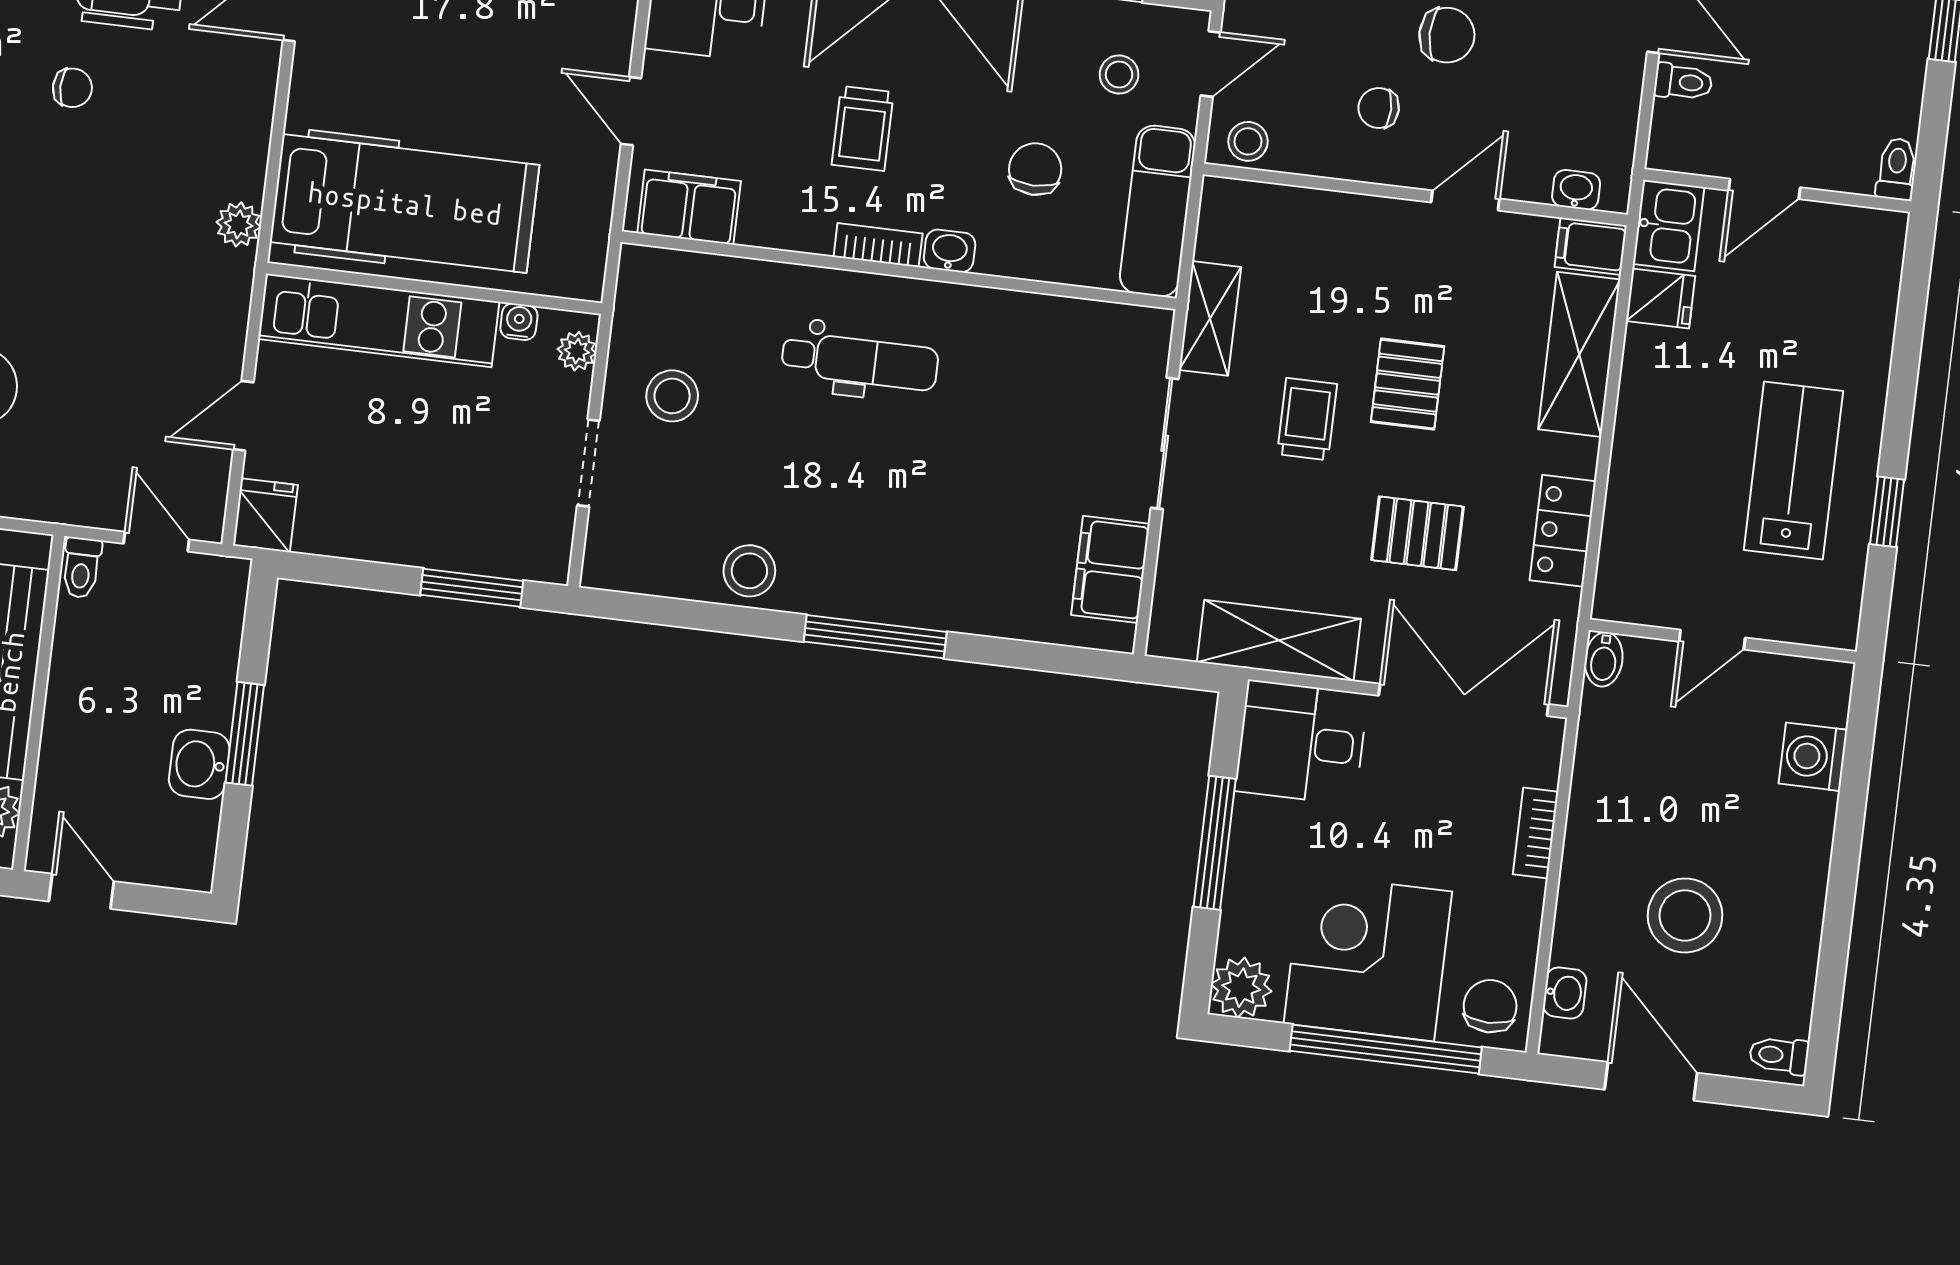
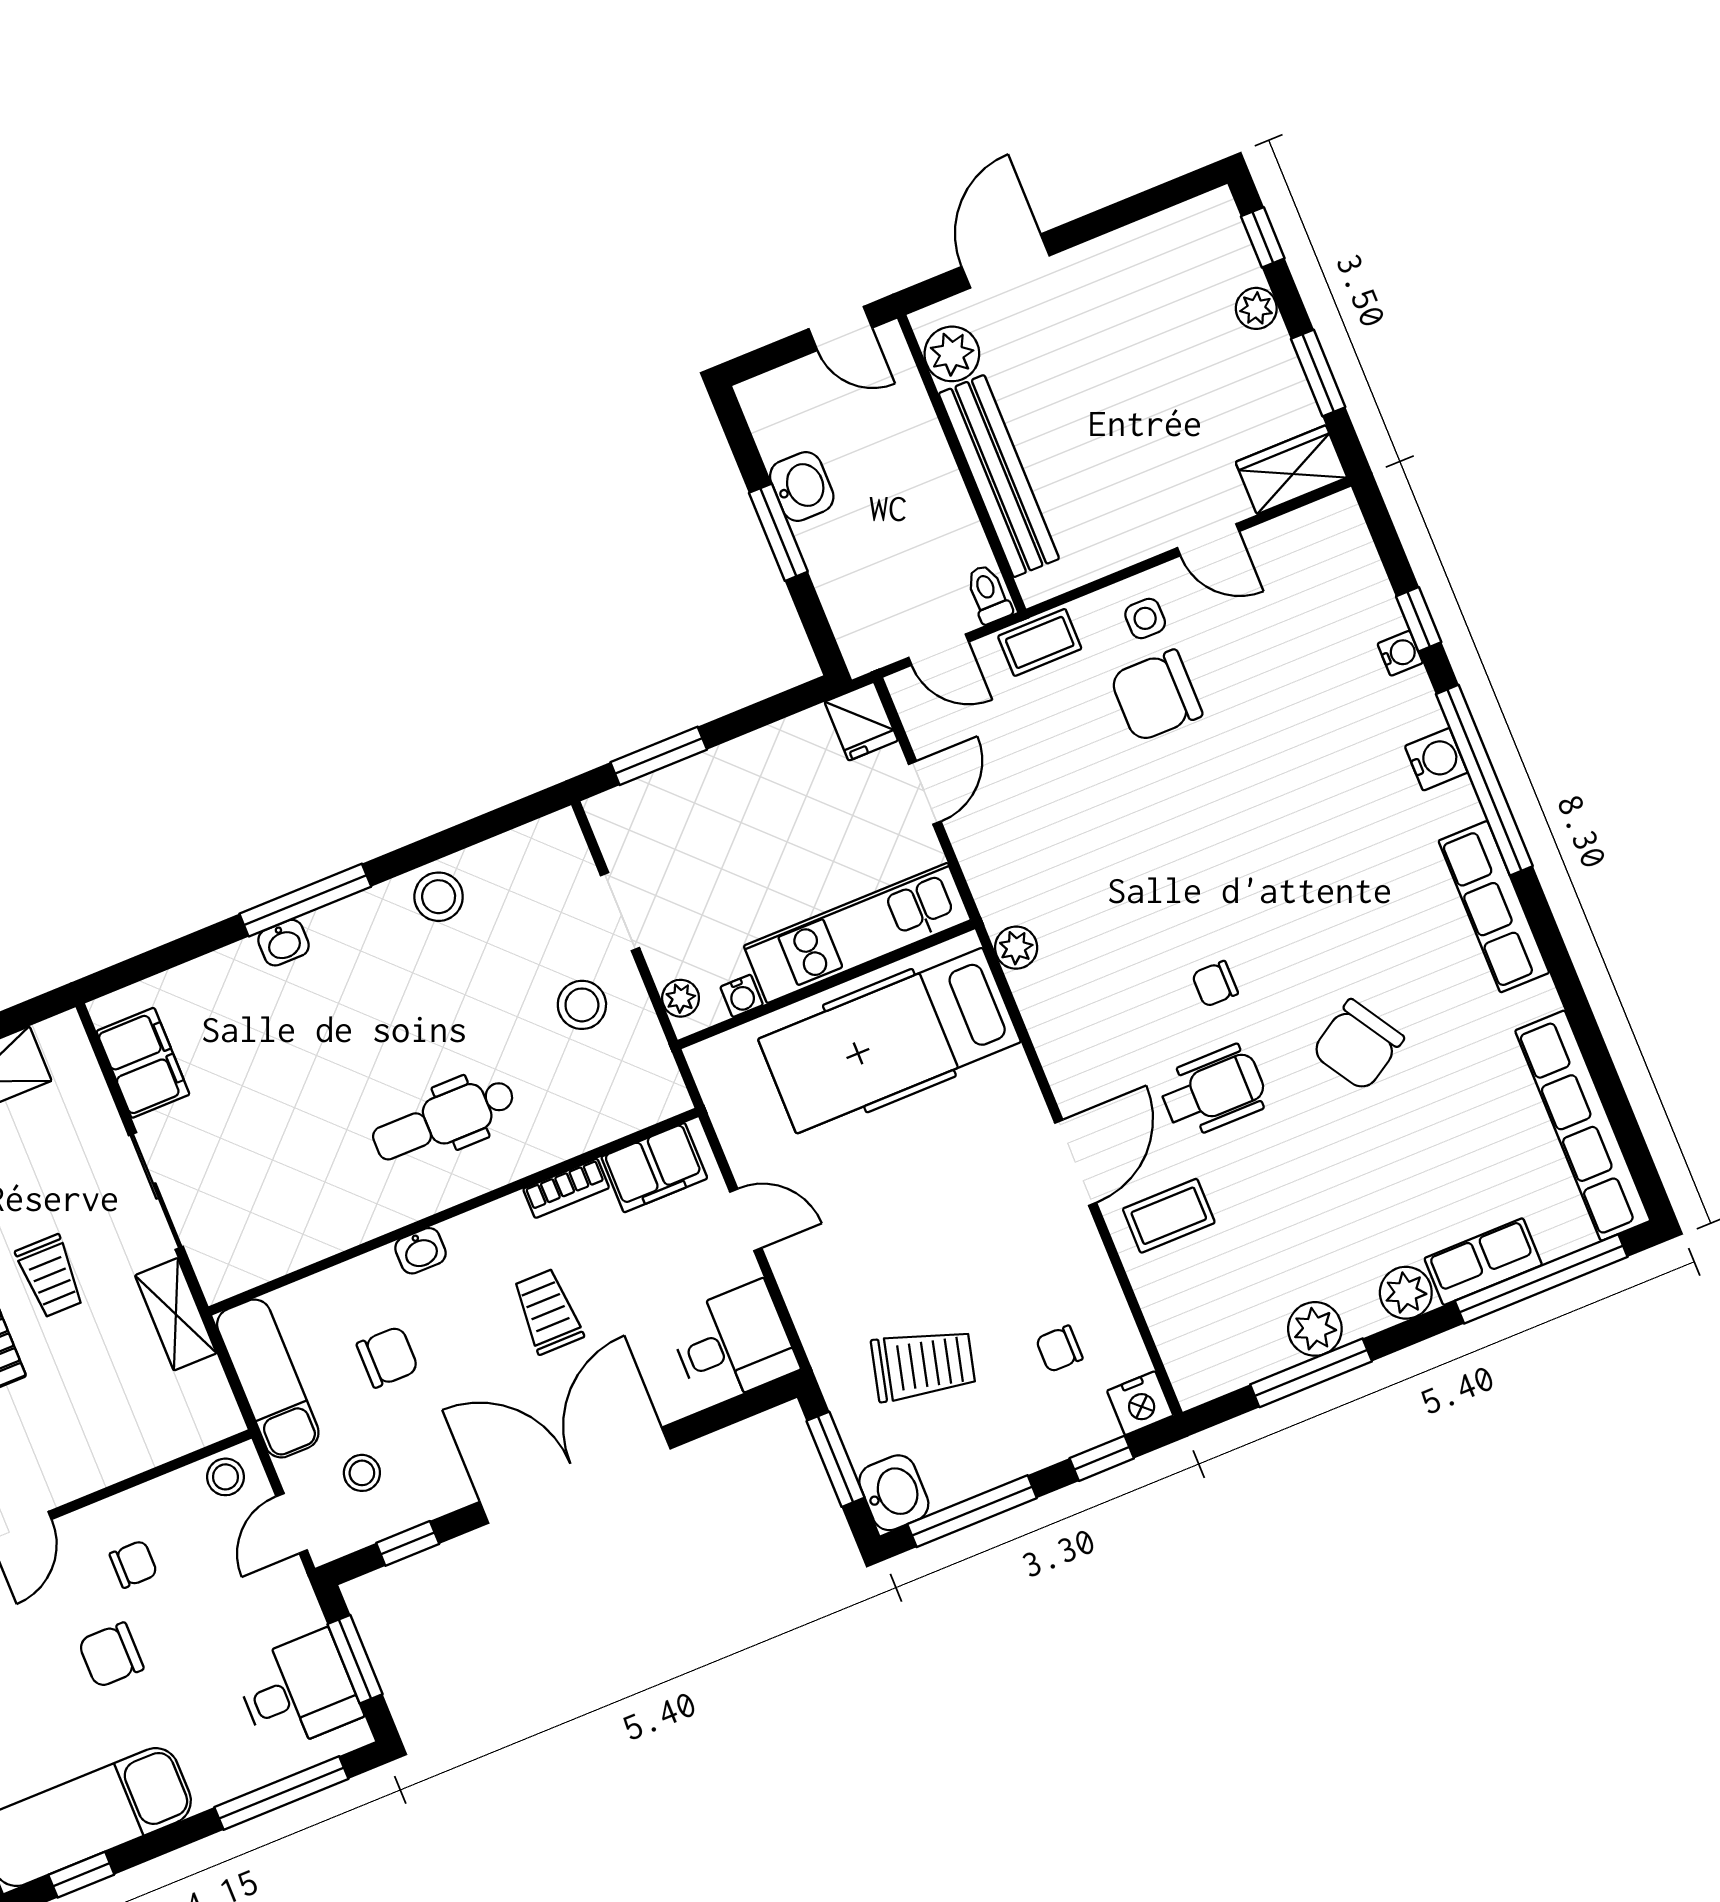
chair: (1035, 169) -> (388, 1357), turned -90
bookcase: (878, 245) -> (566, 1188), moved
coffee table: (59, 496) -> (1040, 642), added
washbasin: (917, 608) -> (284, 943), added

